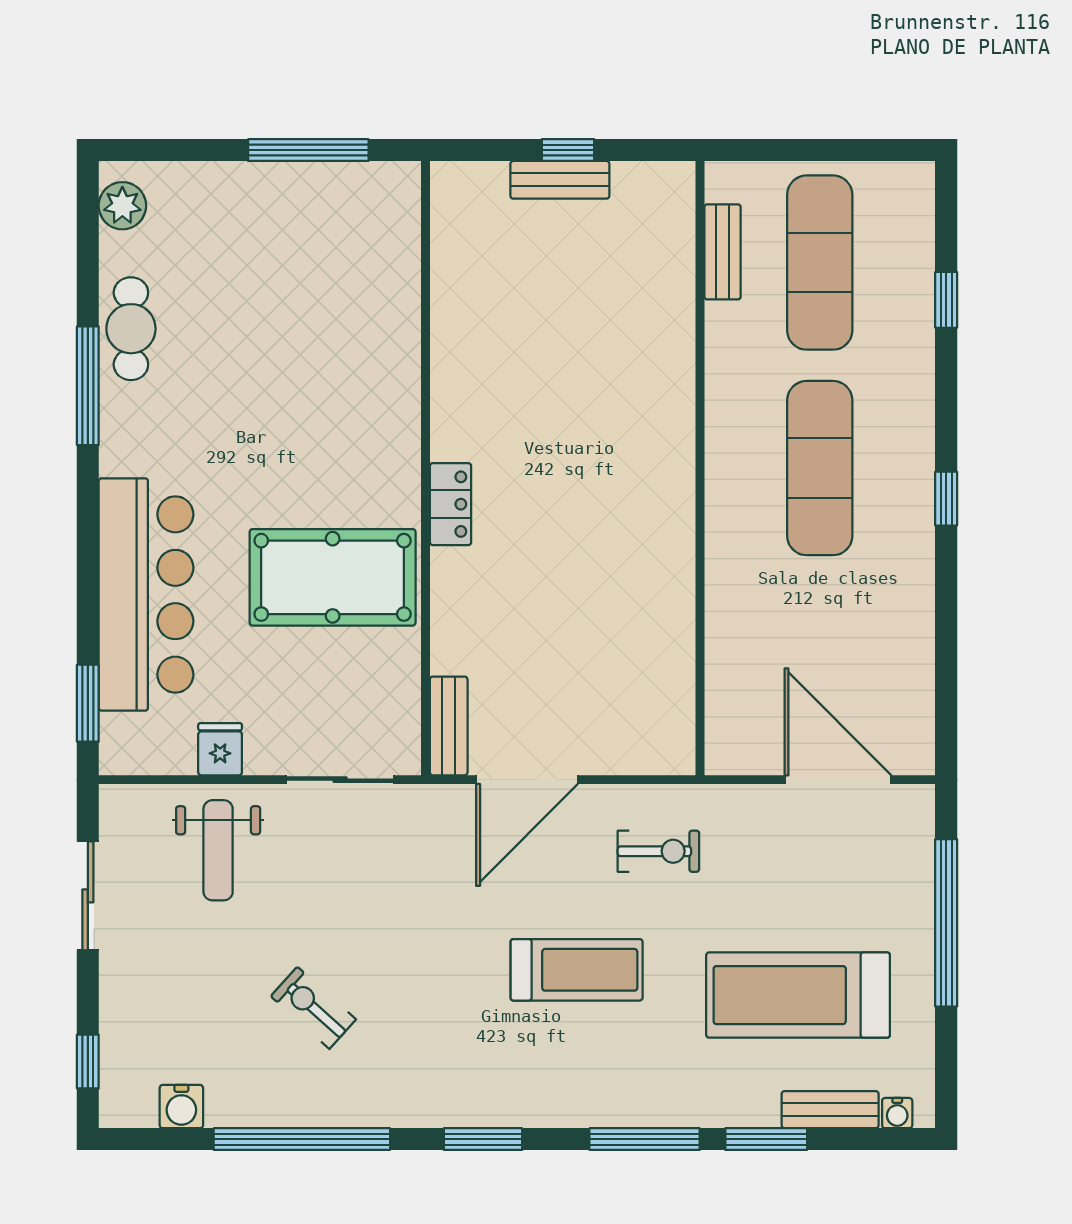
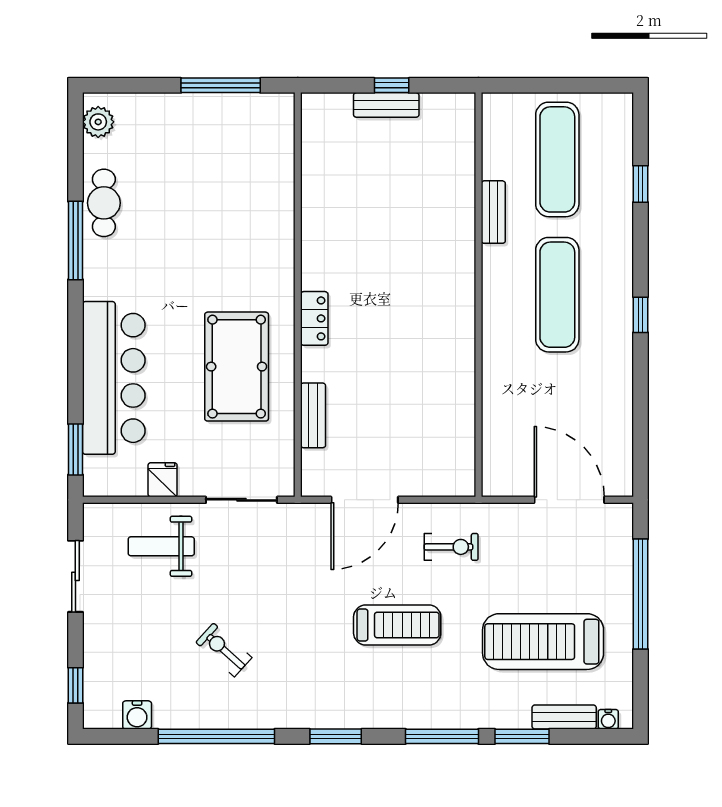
bench: (723, 252) -> (493, 212), moved
pool table: (333, 577) -> (237, 367), turned 90
bench: (449, 726) -> (313, 415), moved
weight bench: (218, 850) -> (161, 546), turned 90

